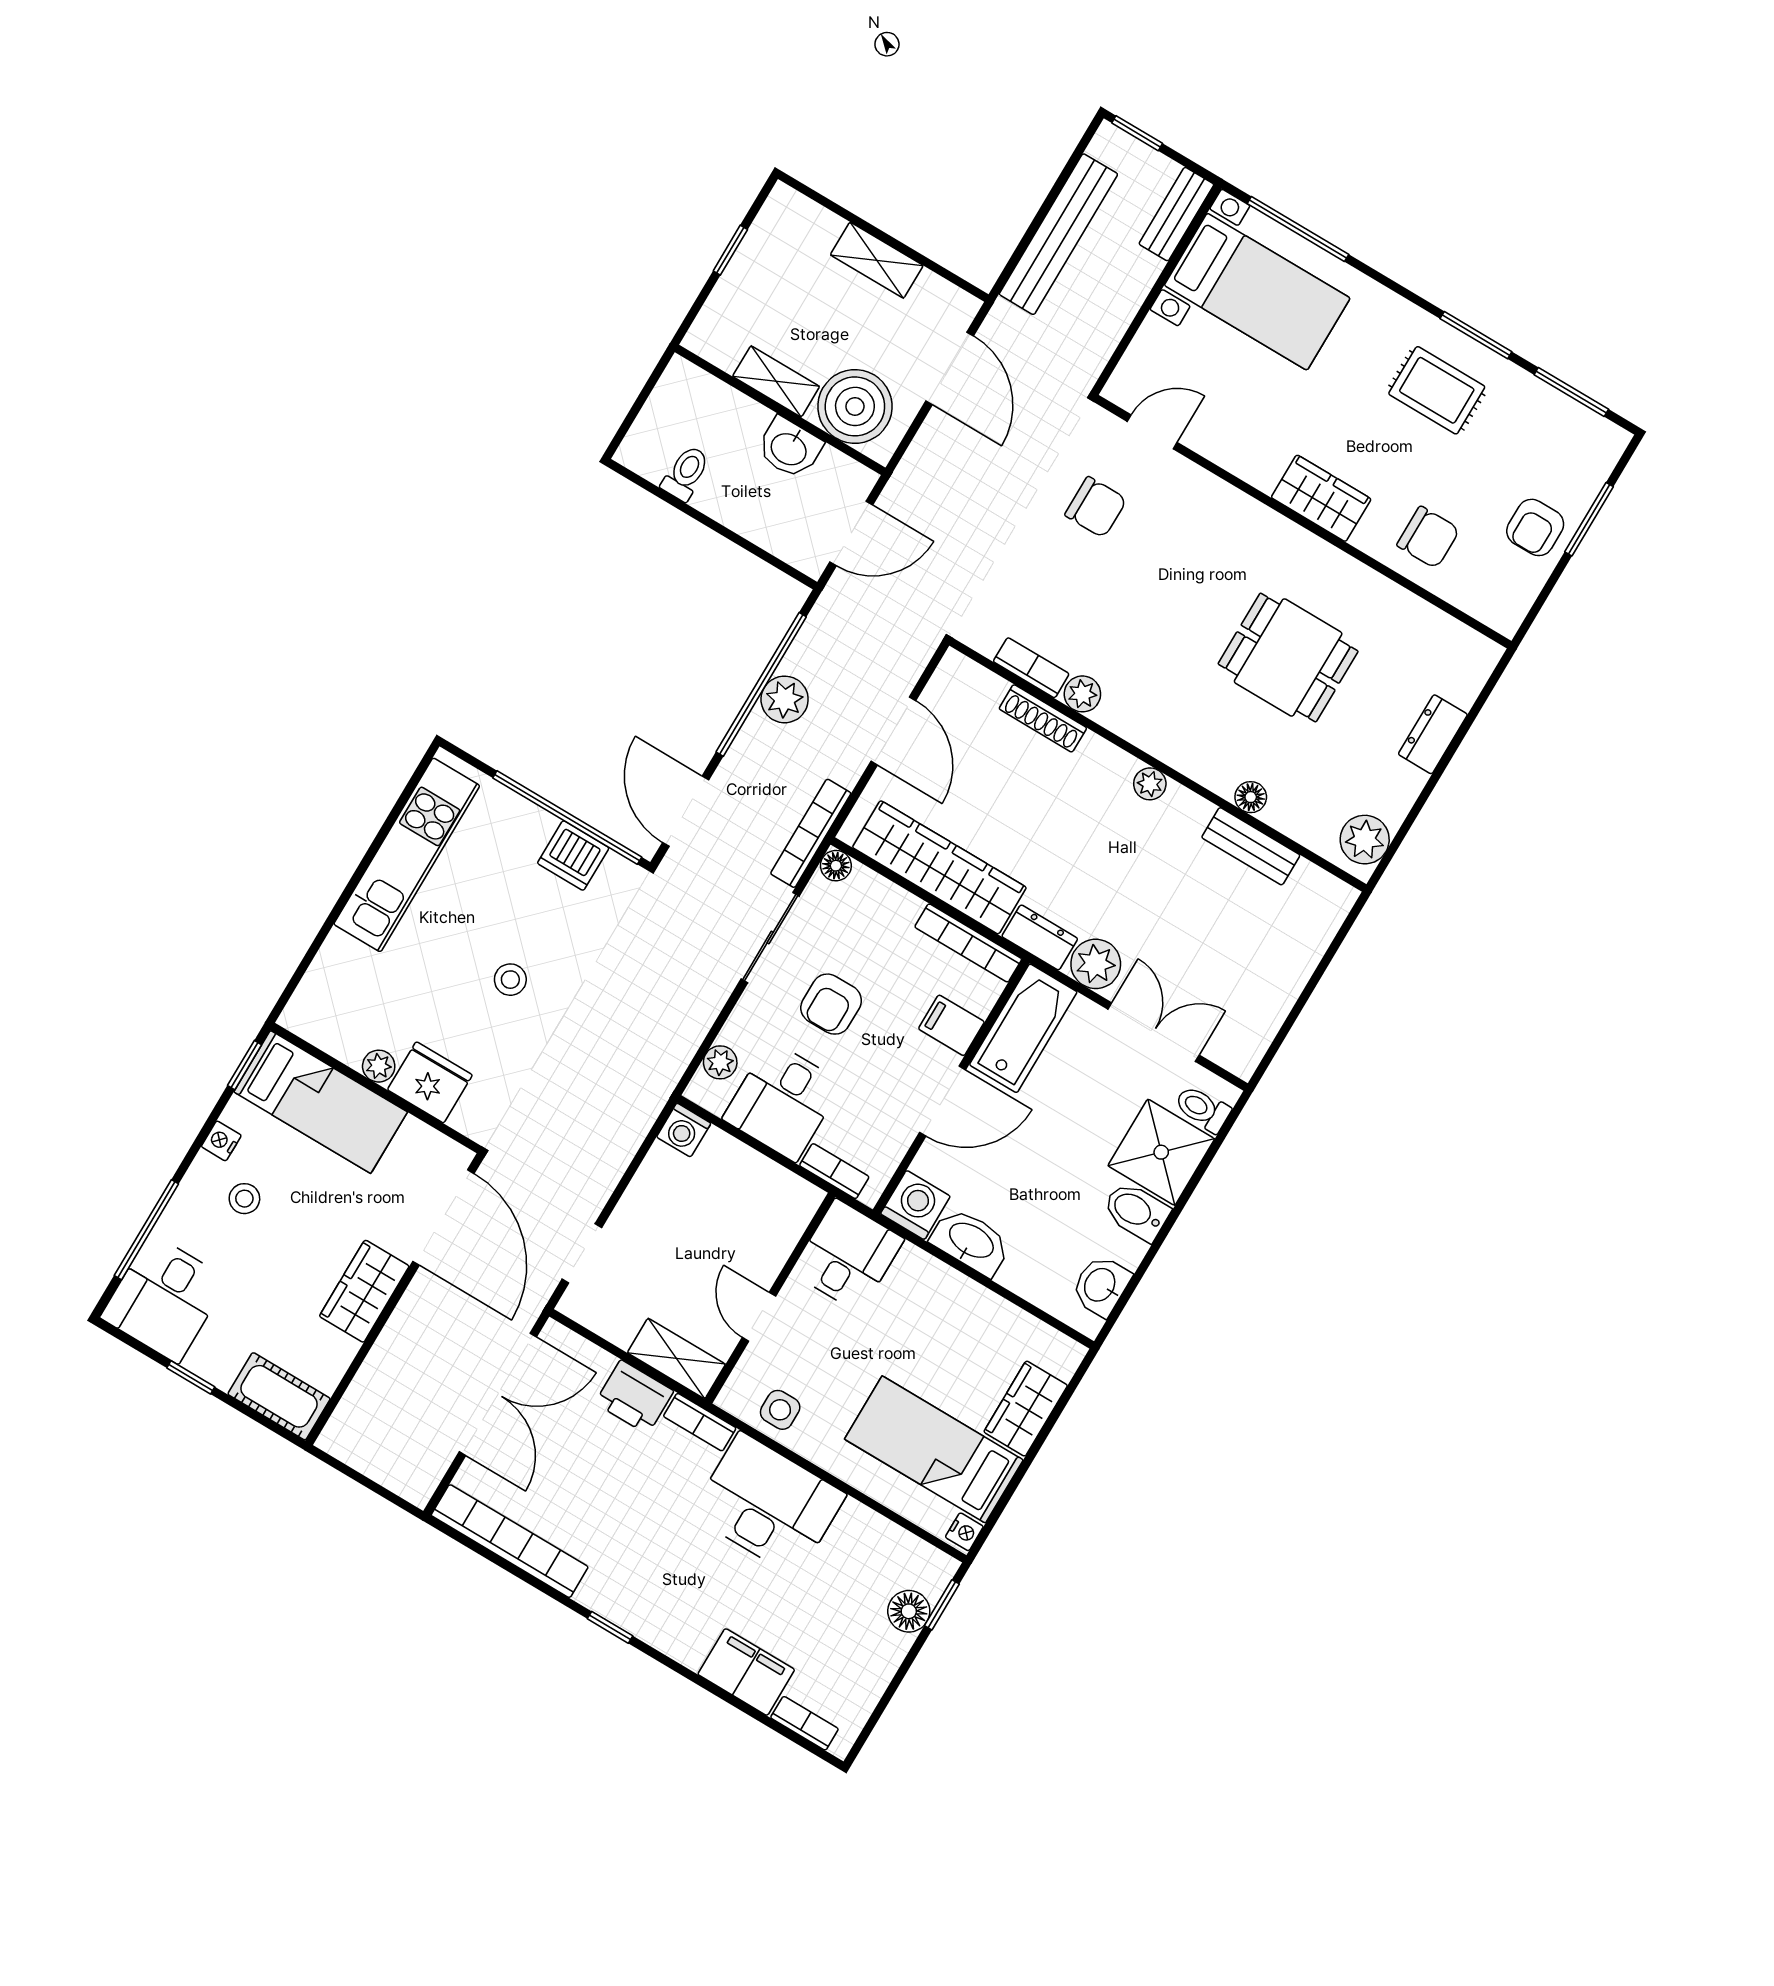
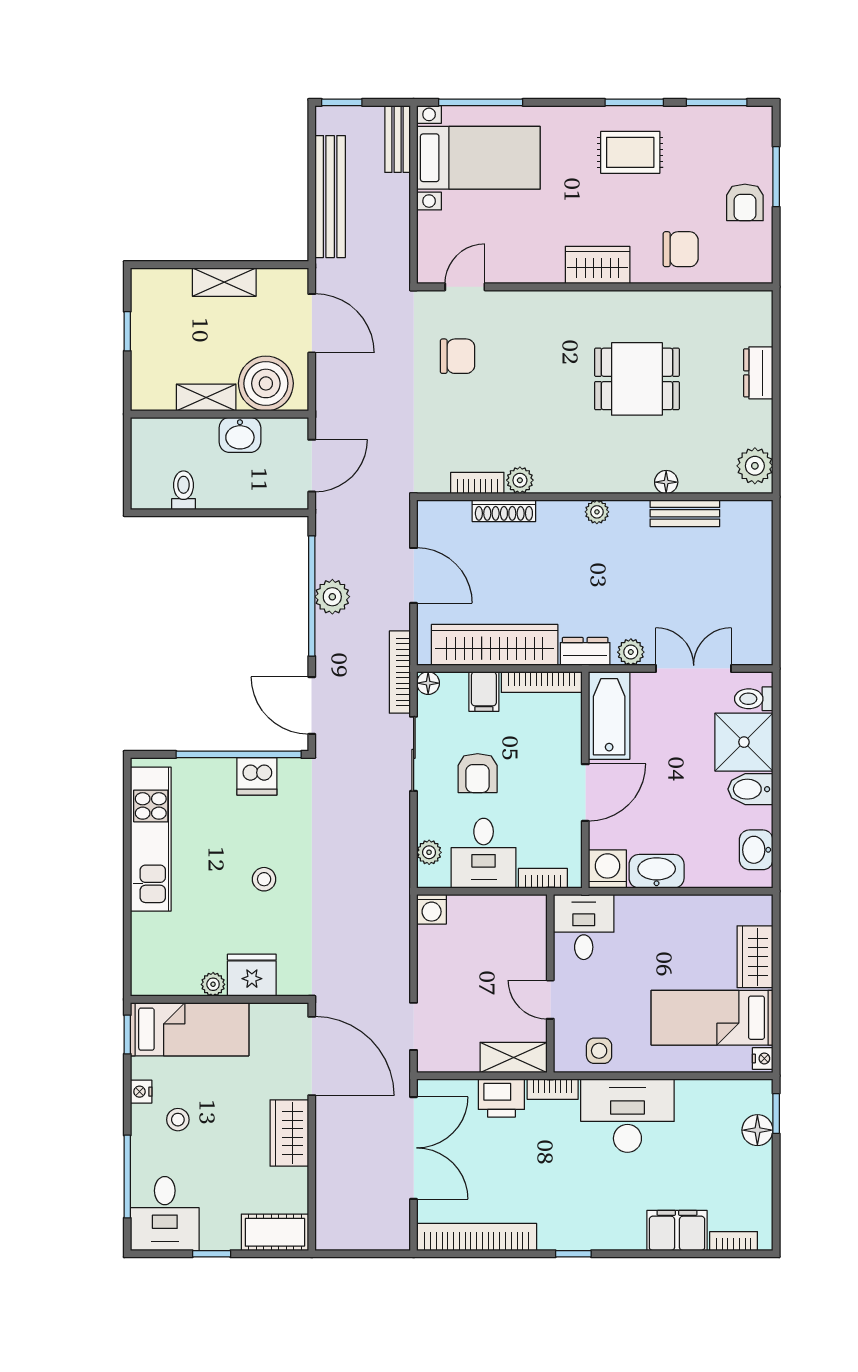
plant: (1096, 964) -> (631, 652), width x0.73, depth x0.73
filing cabinet: (951, 1025) -> (484, 692), moved, turned -90

